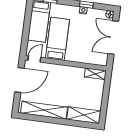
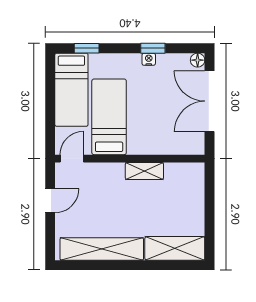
shelving: (95, 74) -> (144, 171), moved
door: (19, 80) -> (50, 201), width x0.53

